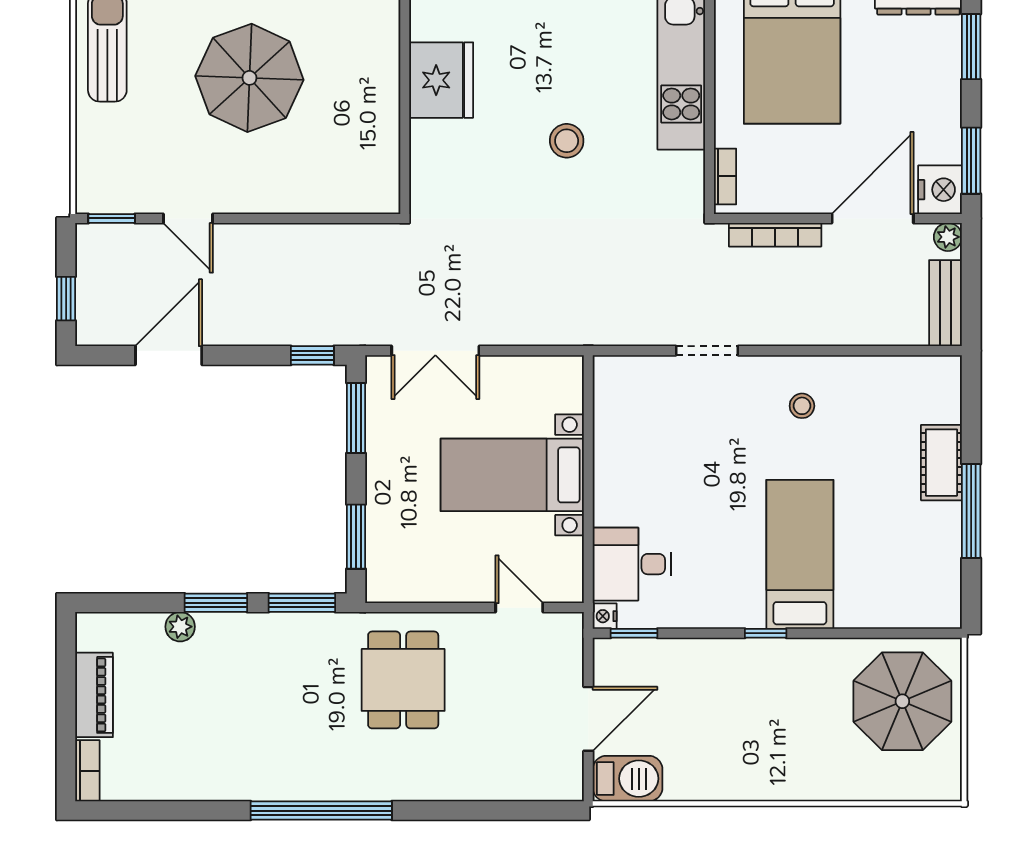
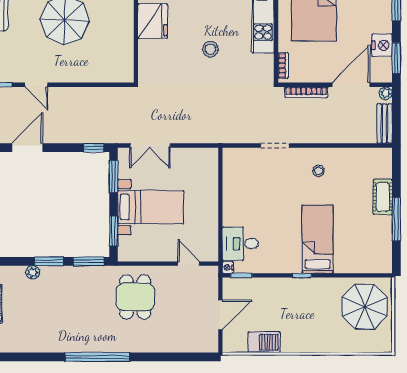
nightstand: (940, 190) -> (382, 45), moved
bed with nightstands: (512, 475) -> (151, 207), moved, turned 180
barbecue: (628, 779) -> (264, 342), moved

